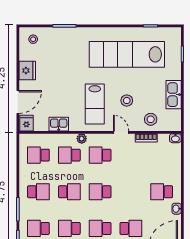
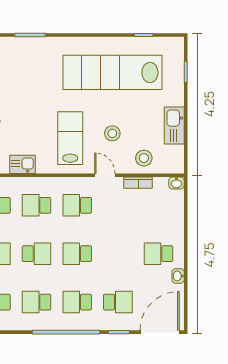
lab bench: (95, 104) -> (70, 138), turned 180
plant: (82, 139) -> (53, 184), removed

